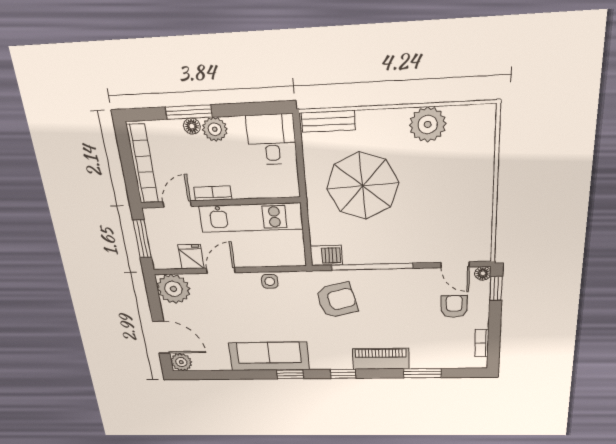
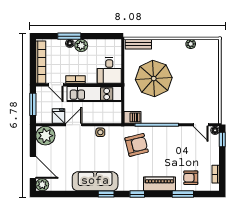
plant: (428, 124) -> (191, 44), width x0.53, depth x0.53
desk: (272, 139) -> (109, 71), moved, turned 180
door: (177, 204) -> (56, 85), swing flipped
armchair: (454, 306) -> (191, 178), moved, turned -90

